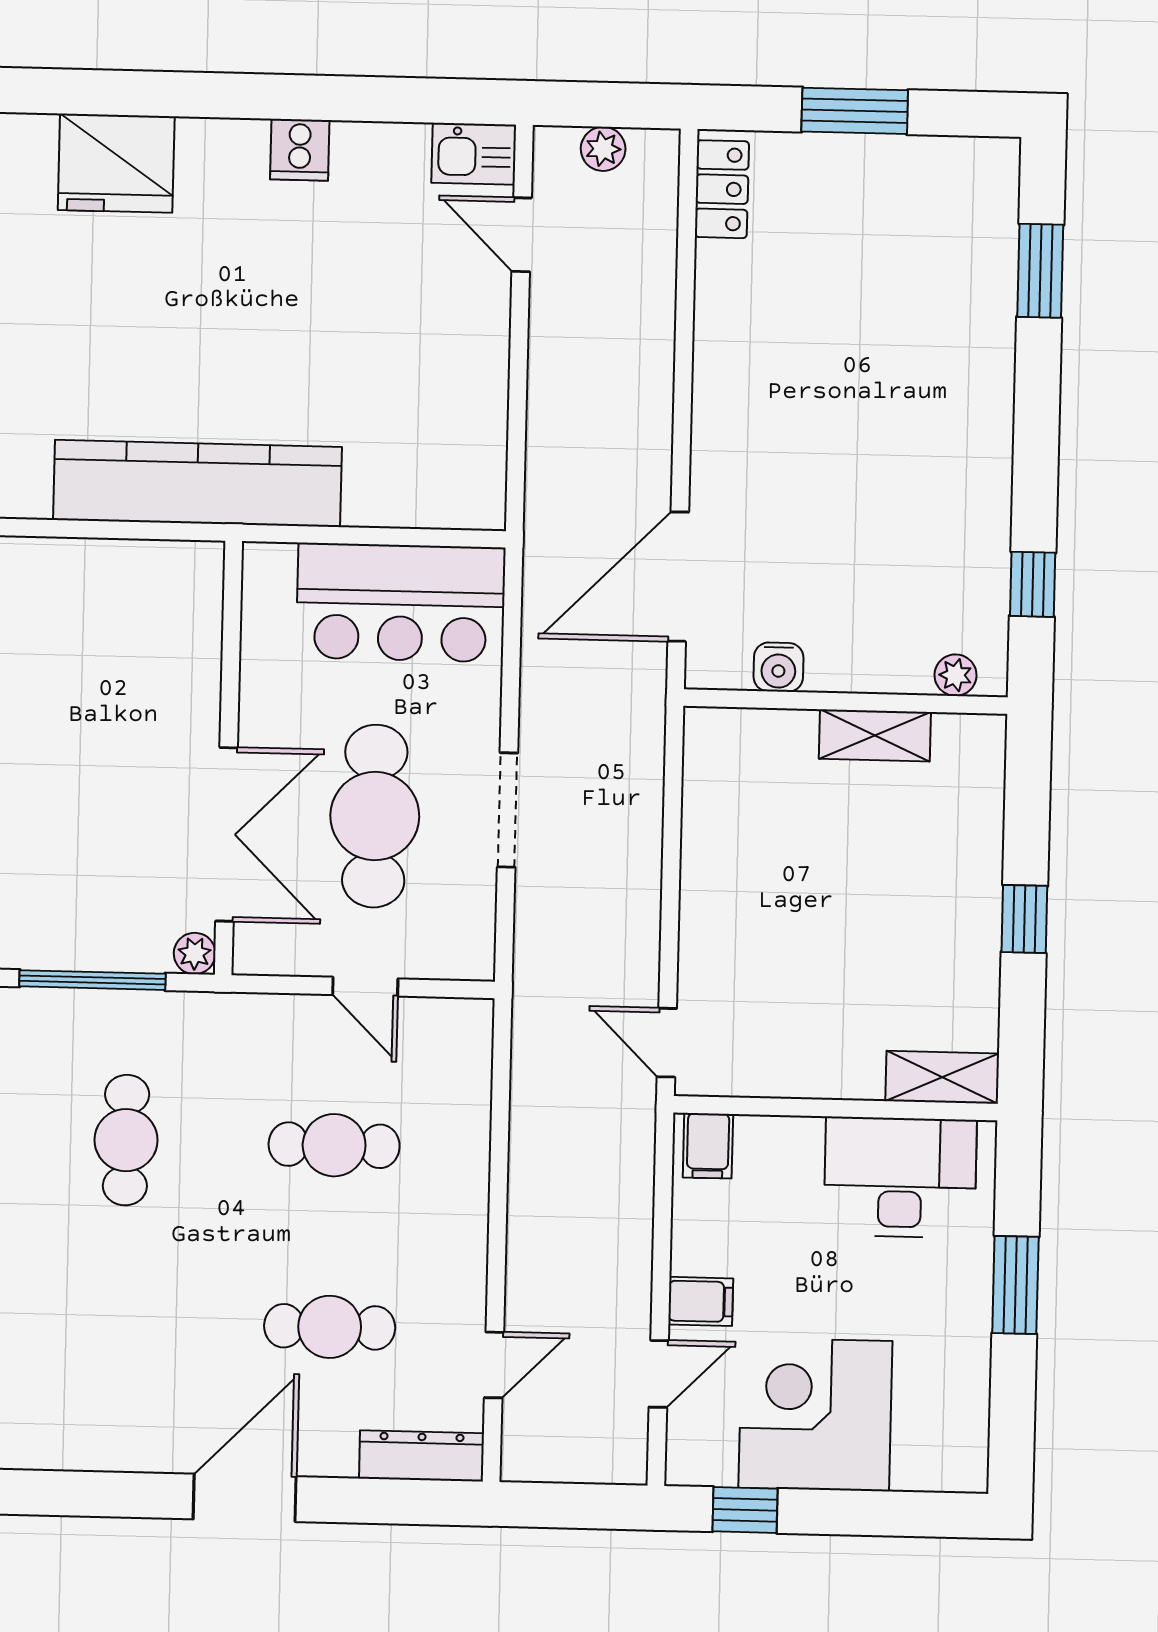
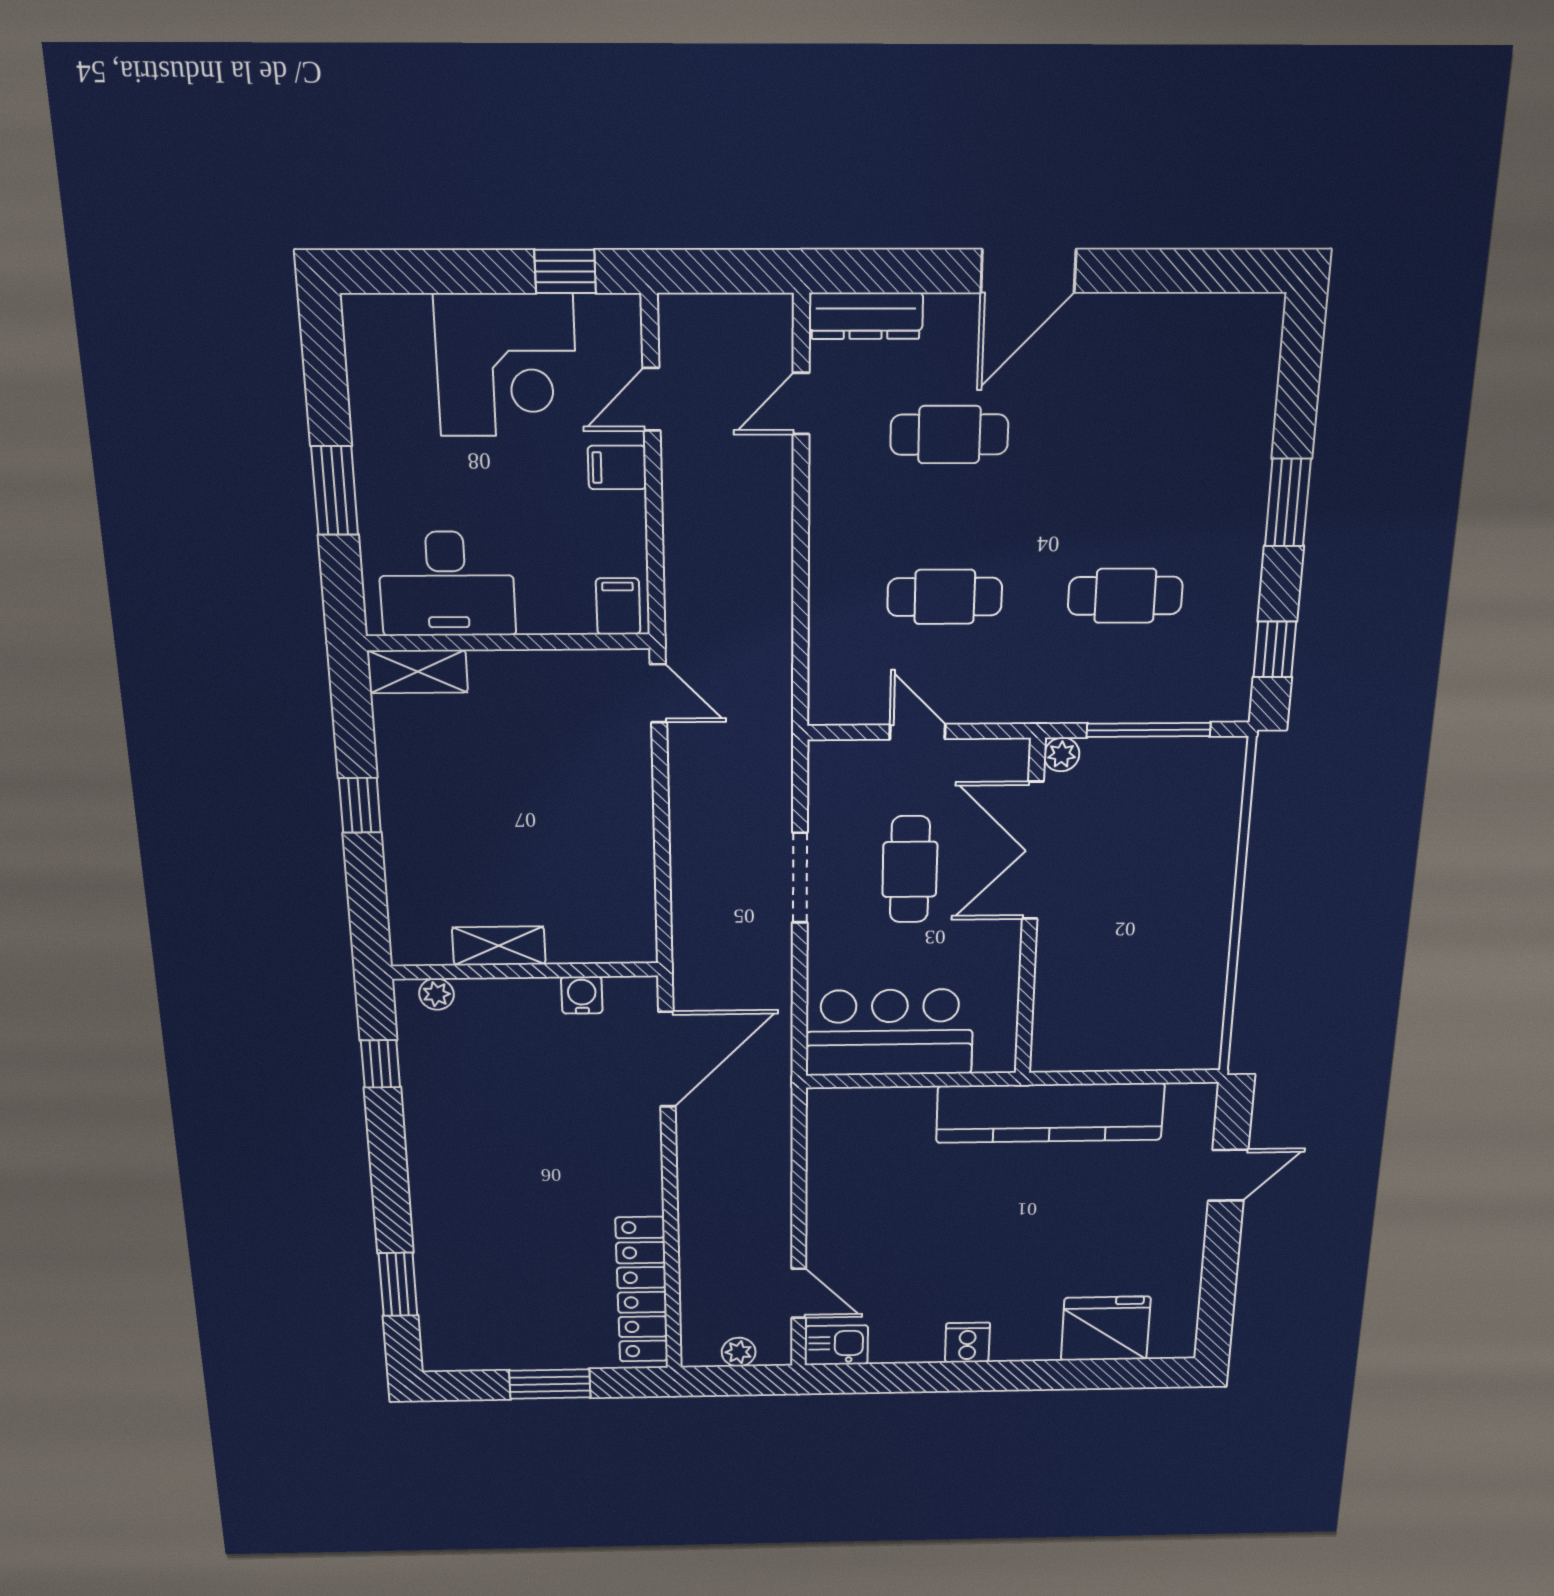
locker: (722, 189) -> (642, 1290), width x2.16, depth x1.21
cafe table: (375, 816) -> (910, 869), width x0.73, depth x0.74
cafe table: (126, 1140) -> (1125, 596), turned 90

